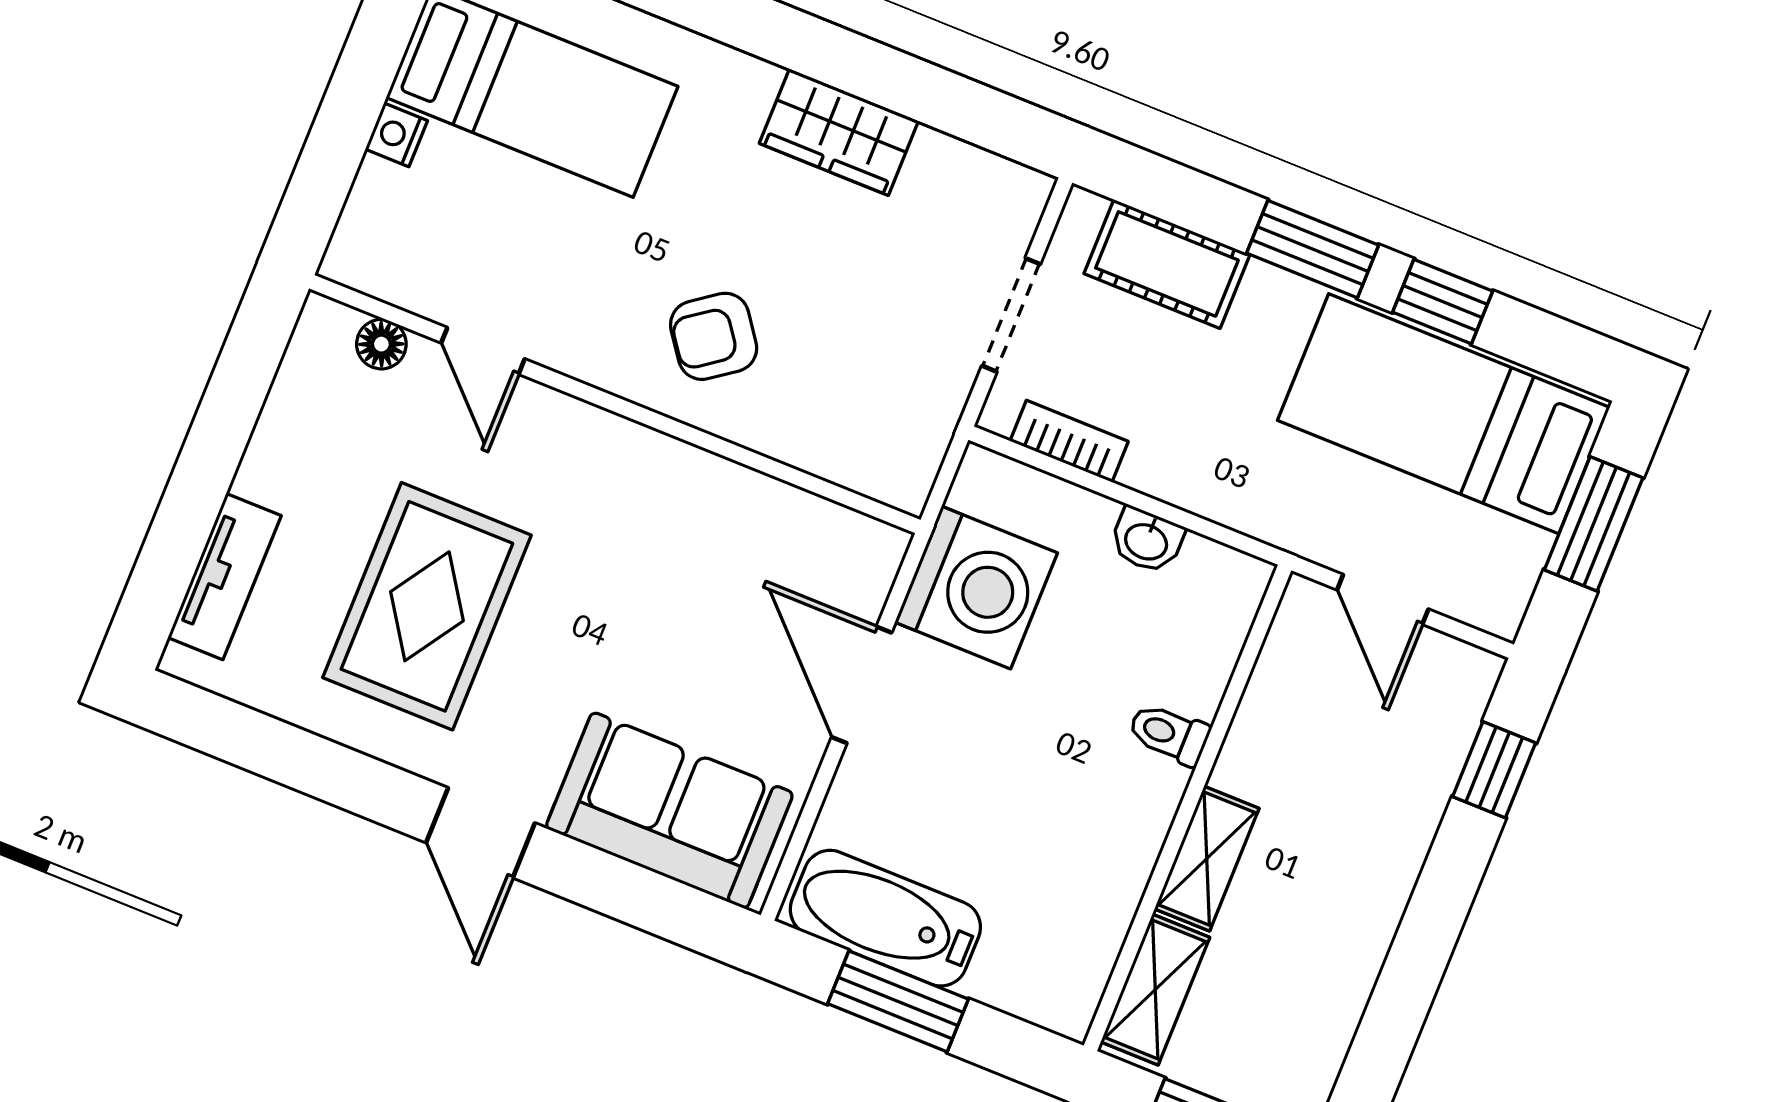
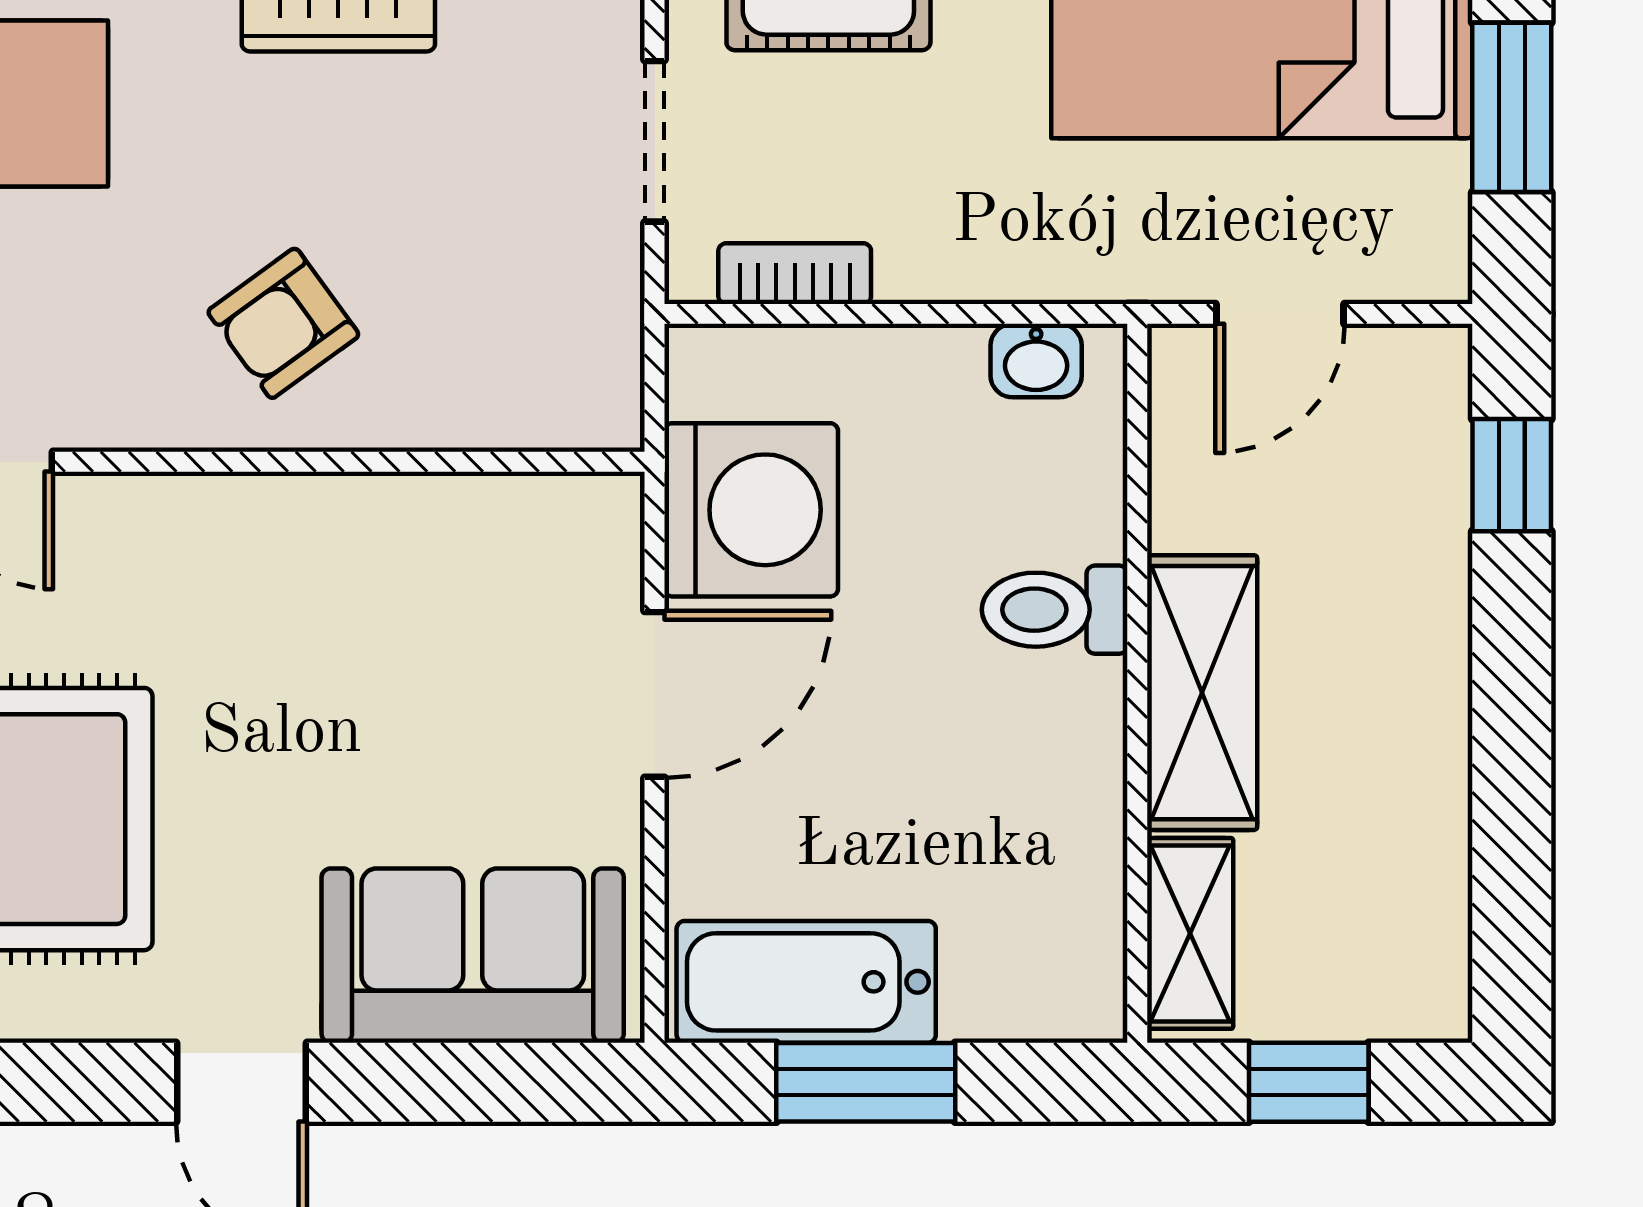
washbasin: (1147, 540) -> (1036, 361), moved
door: (1383, 599) -> (1280, 314), hinge flipped
door: (862, 685) -> (655, 694), swing flipped
toilet: (1169, 734) -> (1055, 610), width x1.37, depth x1.39
shelving: (1207, 859) -> (1202, 693), width x1.50, depth x1.33

